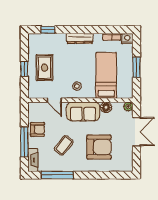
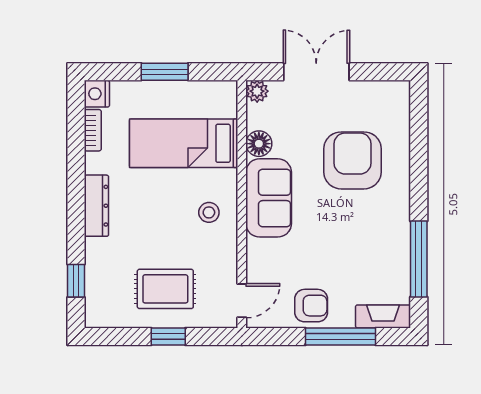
door: (54, 100) -> (242, 301), moved
armchair: (37, 129) -> (311, 306), turned 90
coffee table: (64, 145) -> (349, 244), removed

